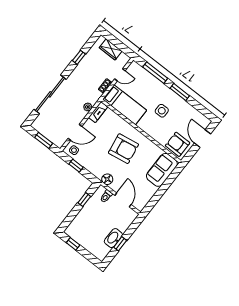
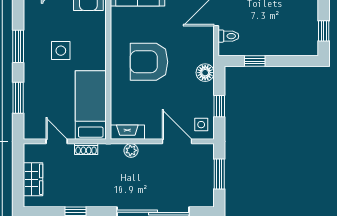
window: (155, 73) -> (18, 98), width x0.69
armchair: (123, 149) -> (149, 62), turned -81
floor lamp: (107, 179) -> (205, 73), moved

